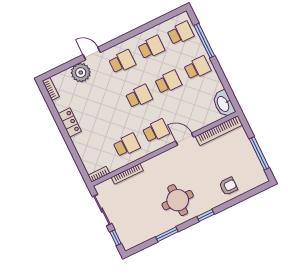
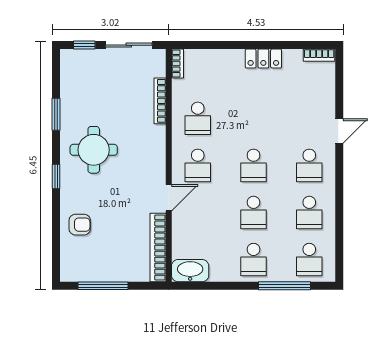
plant: (81, 73) -> (321, 105), removed
armchair: (228, 186) -> (80, 225), turned -90

